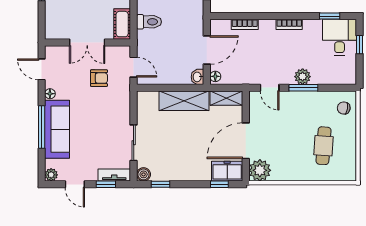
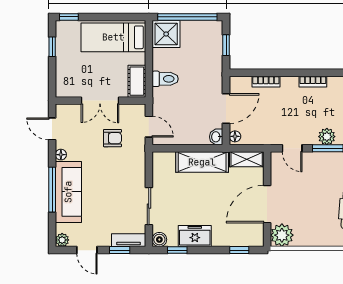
freezer: (227, 171) -> (195, 236), moved

